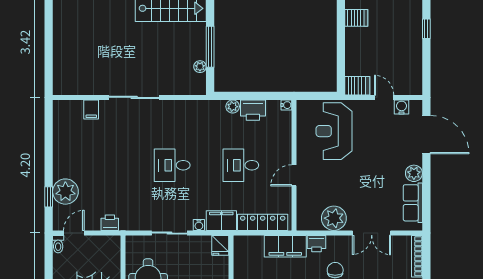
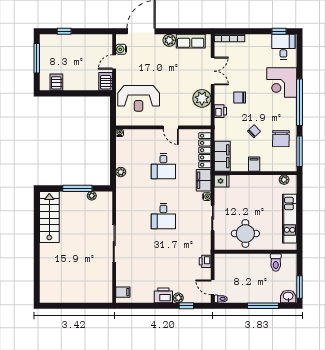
filing cabinet: (91, 110) -> (123, 292), moved
printer: (253, 110) -> (163, 295), moved, turned -90
plant: (65, 192) -> (178, 298), width x0.53, depth x0.53
filing cabinet: (285, 246) -> (222, 156), moved

